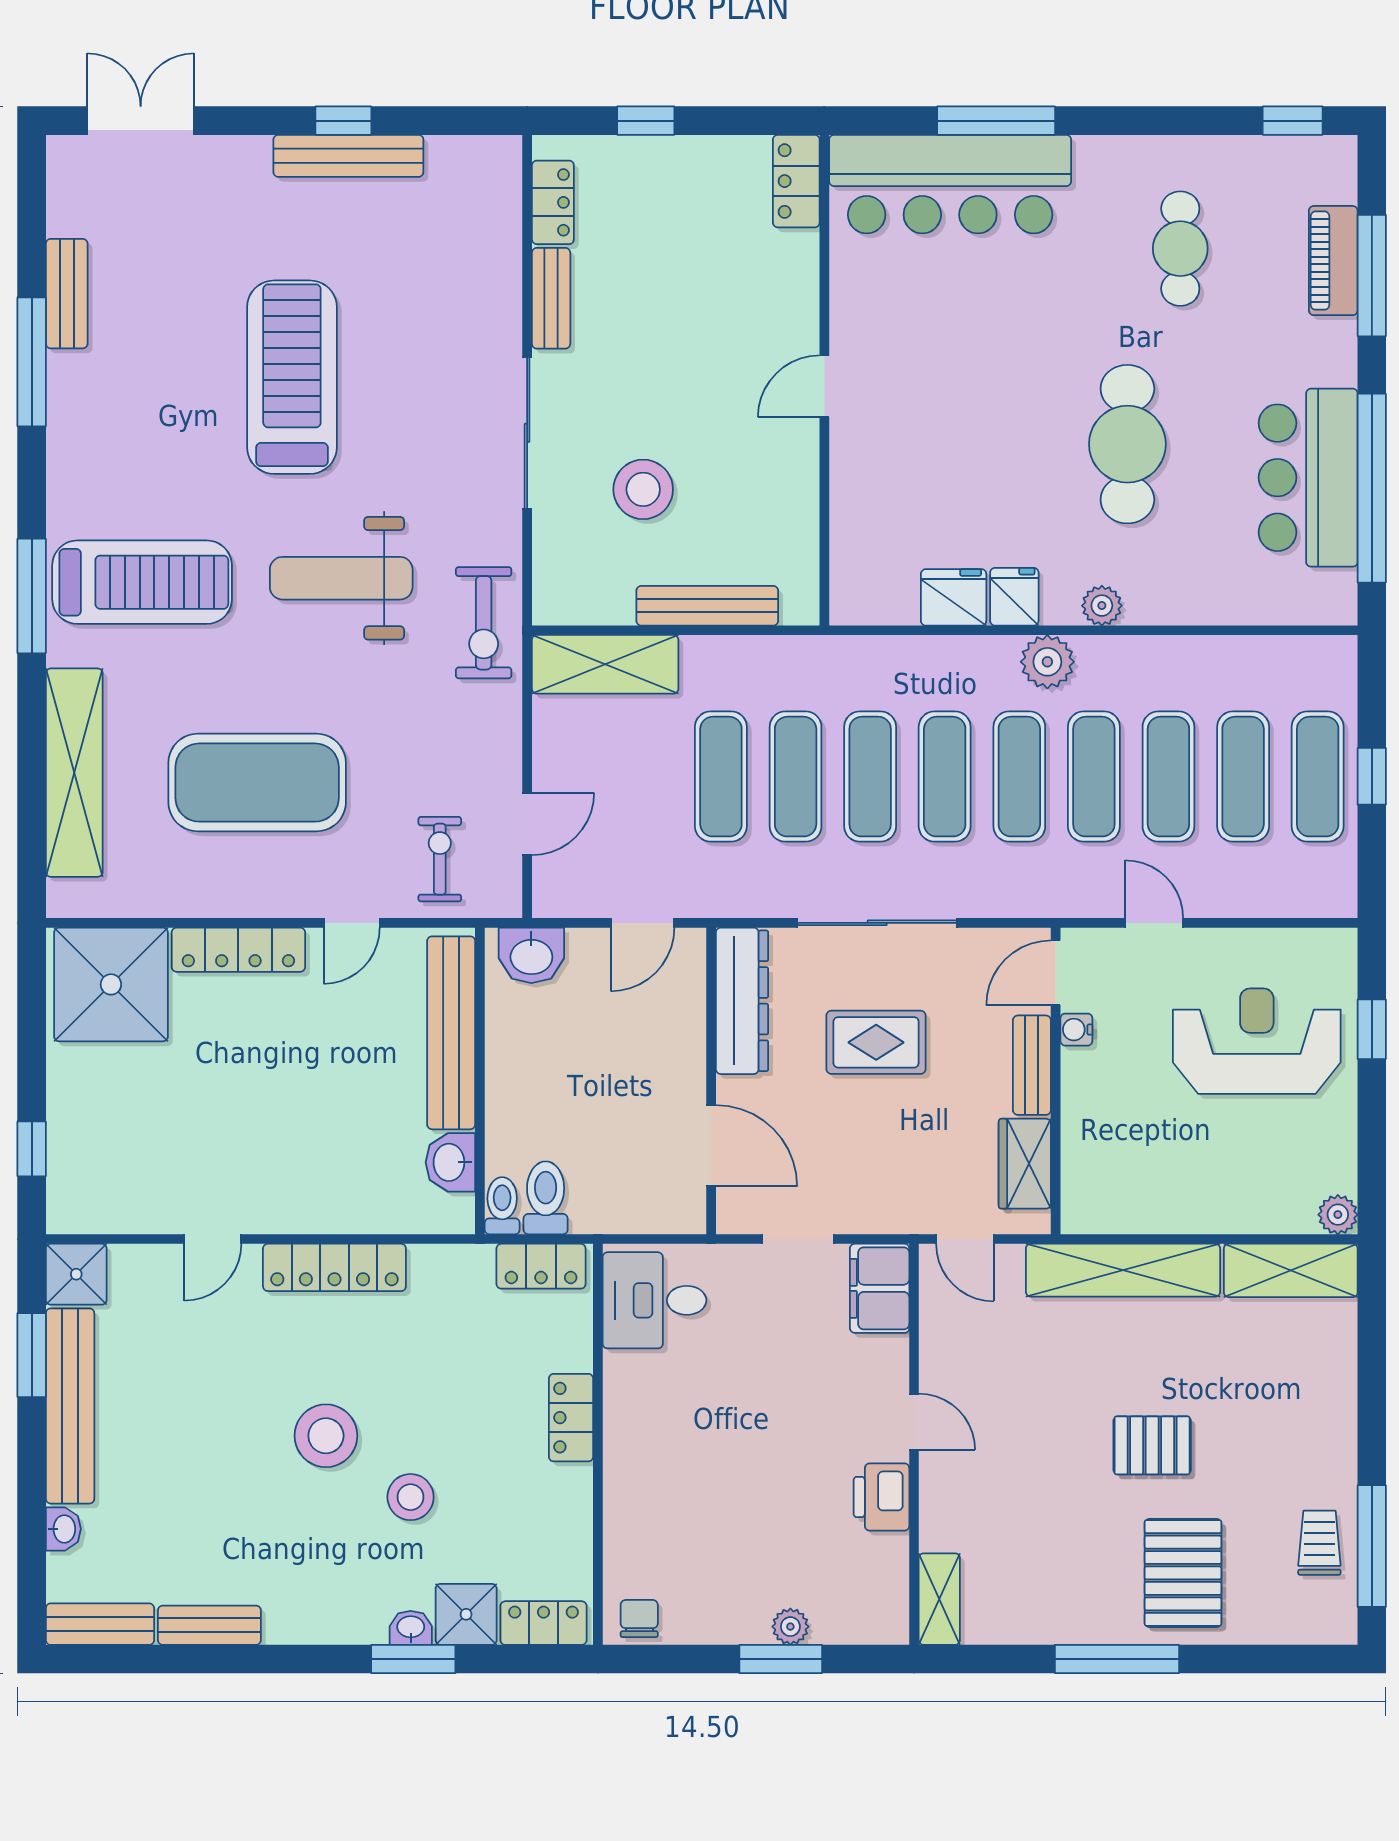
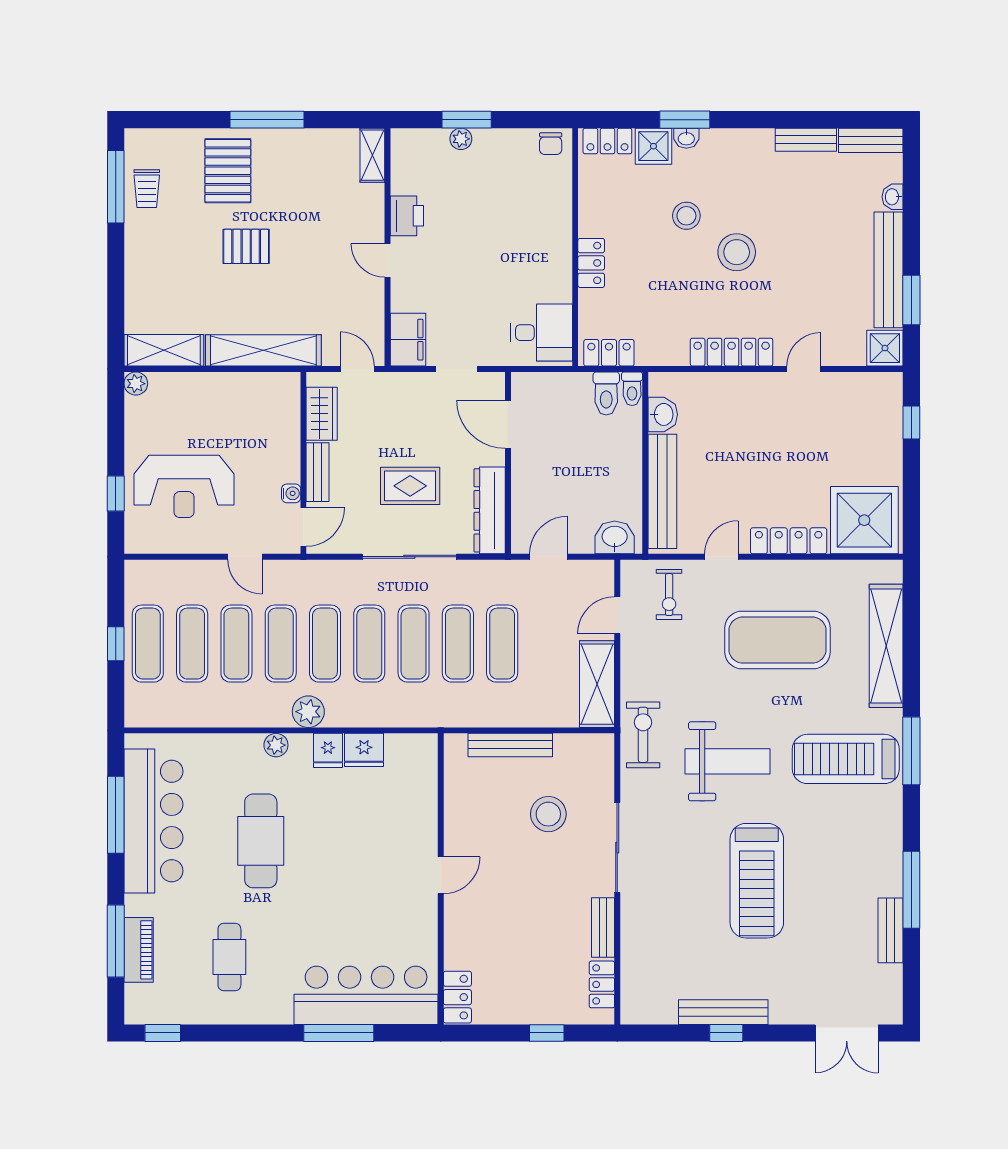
bar counter: (1308, 478) -> (153, 821), width x1.36
window: (1372, 488) -> (116, 815), width x0.68
shelving: (605, 664) -> (597, 684), moved, turned 90

